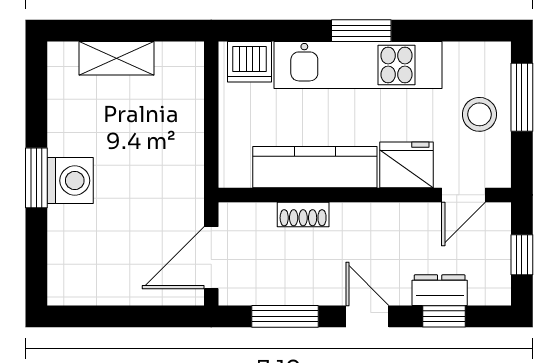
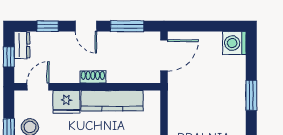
washing machine: (70, 181) -> (234, 43), moved
shoe rack: (303, 215) -> (93, 77), moved
dresser: (440, 290) -> (22, 45), moved, turned -90

